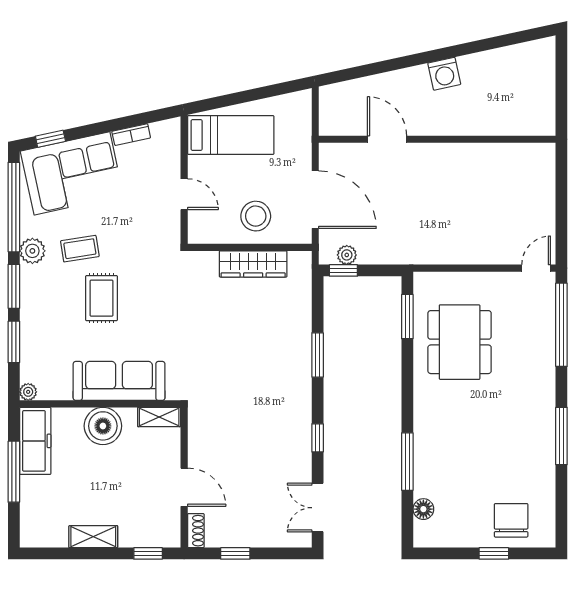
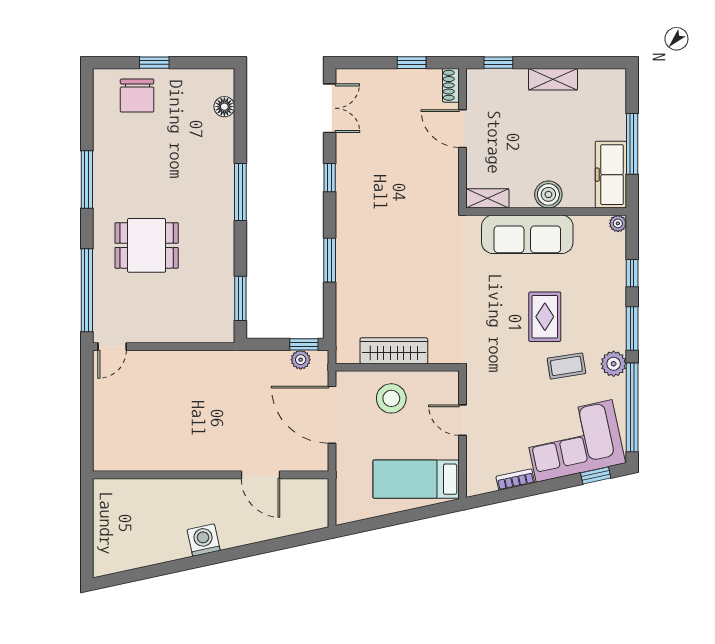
window: (14, 342) -> (632, 273), width x0.67
dining table: (460, 342) -> (147, 245), moved, width x0.73
boiler: (103, 426) -> (548, 194), width x0.73, depth x0.73
window: (407, 462) -> (240, 192), moved

